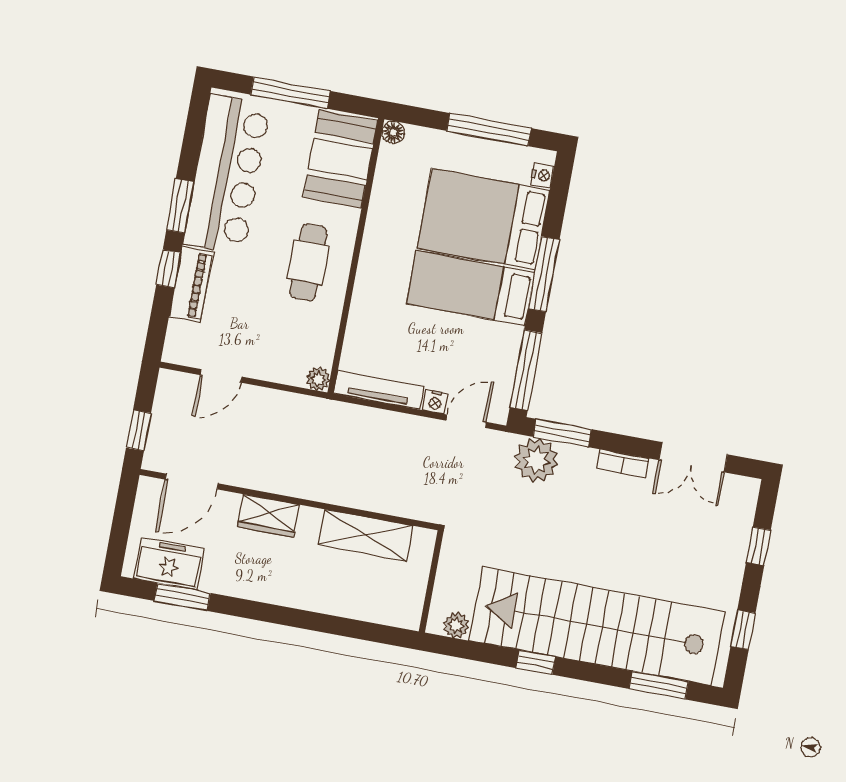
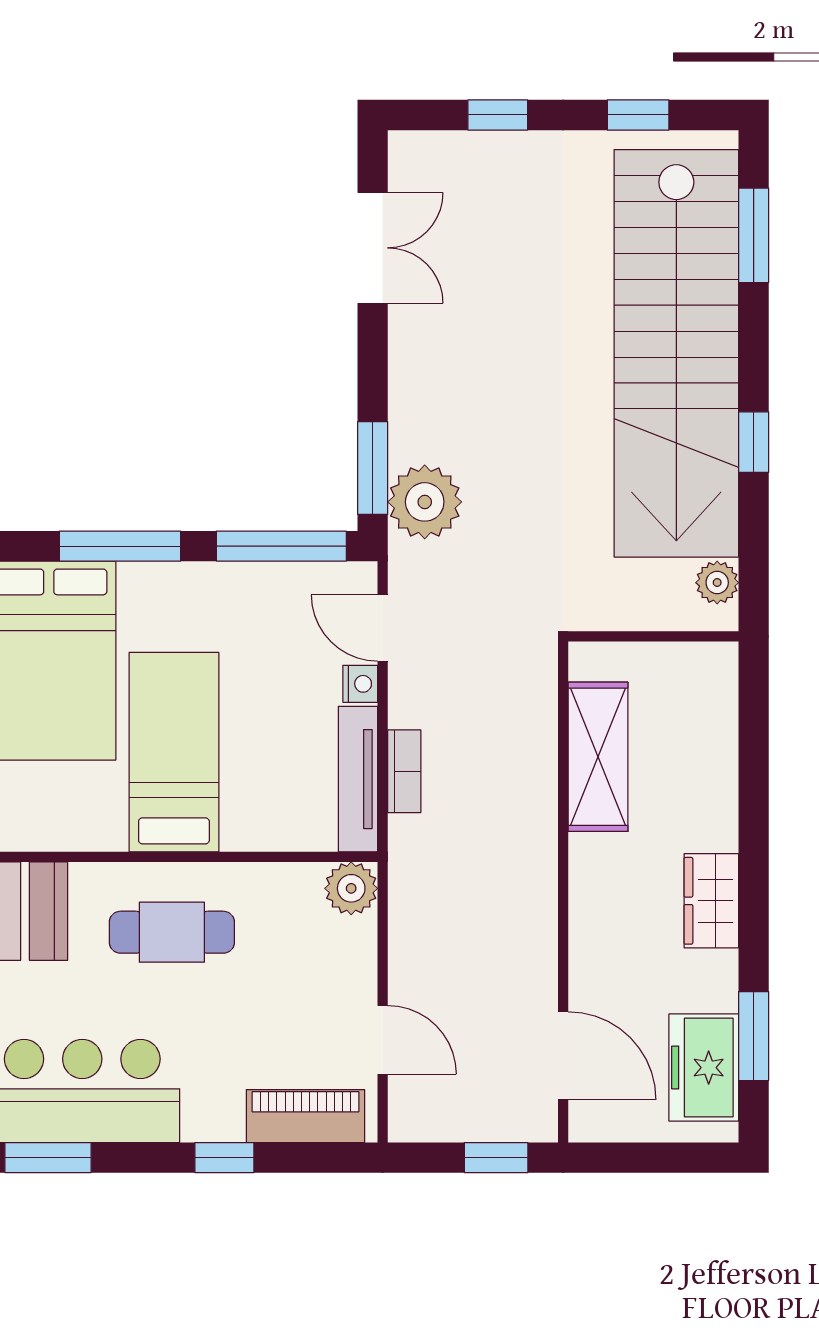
window: (180, 206) -> (48, 1158), moved
piano: (191, 284) -> (306, 1116), moved
bed: (471, 288) -> (174, 752), moved, turned 180
plant: (318, 379) -> (351, 888), width x1.38, depth x1.38
bookcase: (623, 464) -> (404, 771), moved
wardrobe: (268, 516) -> (711, 901), moved, turned 180

